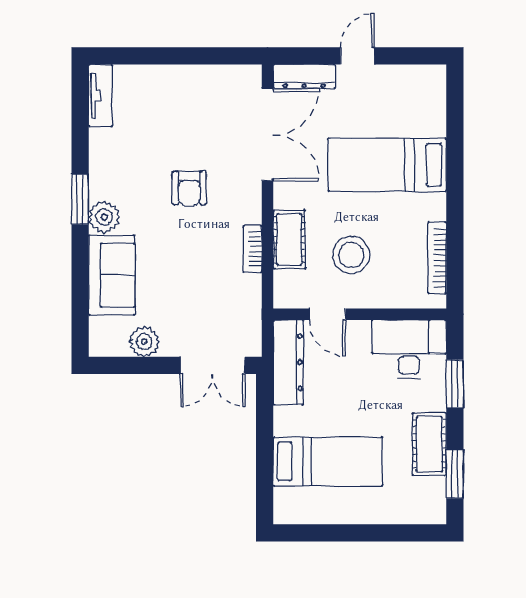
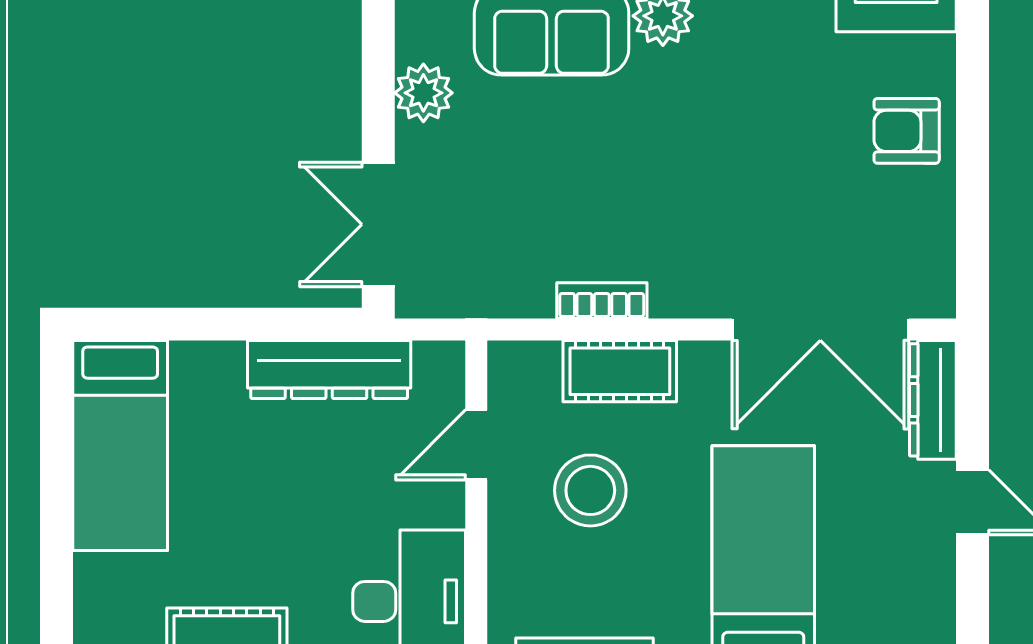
armchair: (189, 188) -> (907, 131), moved
dresser: (288, 362) -> (329, 370), moved
bed: (328, 462) -> (120, 445), moved

